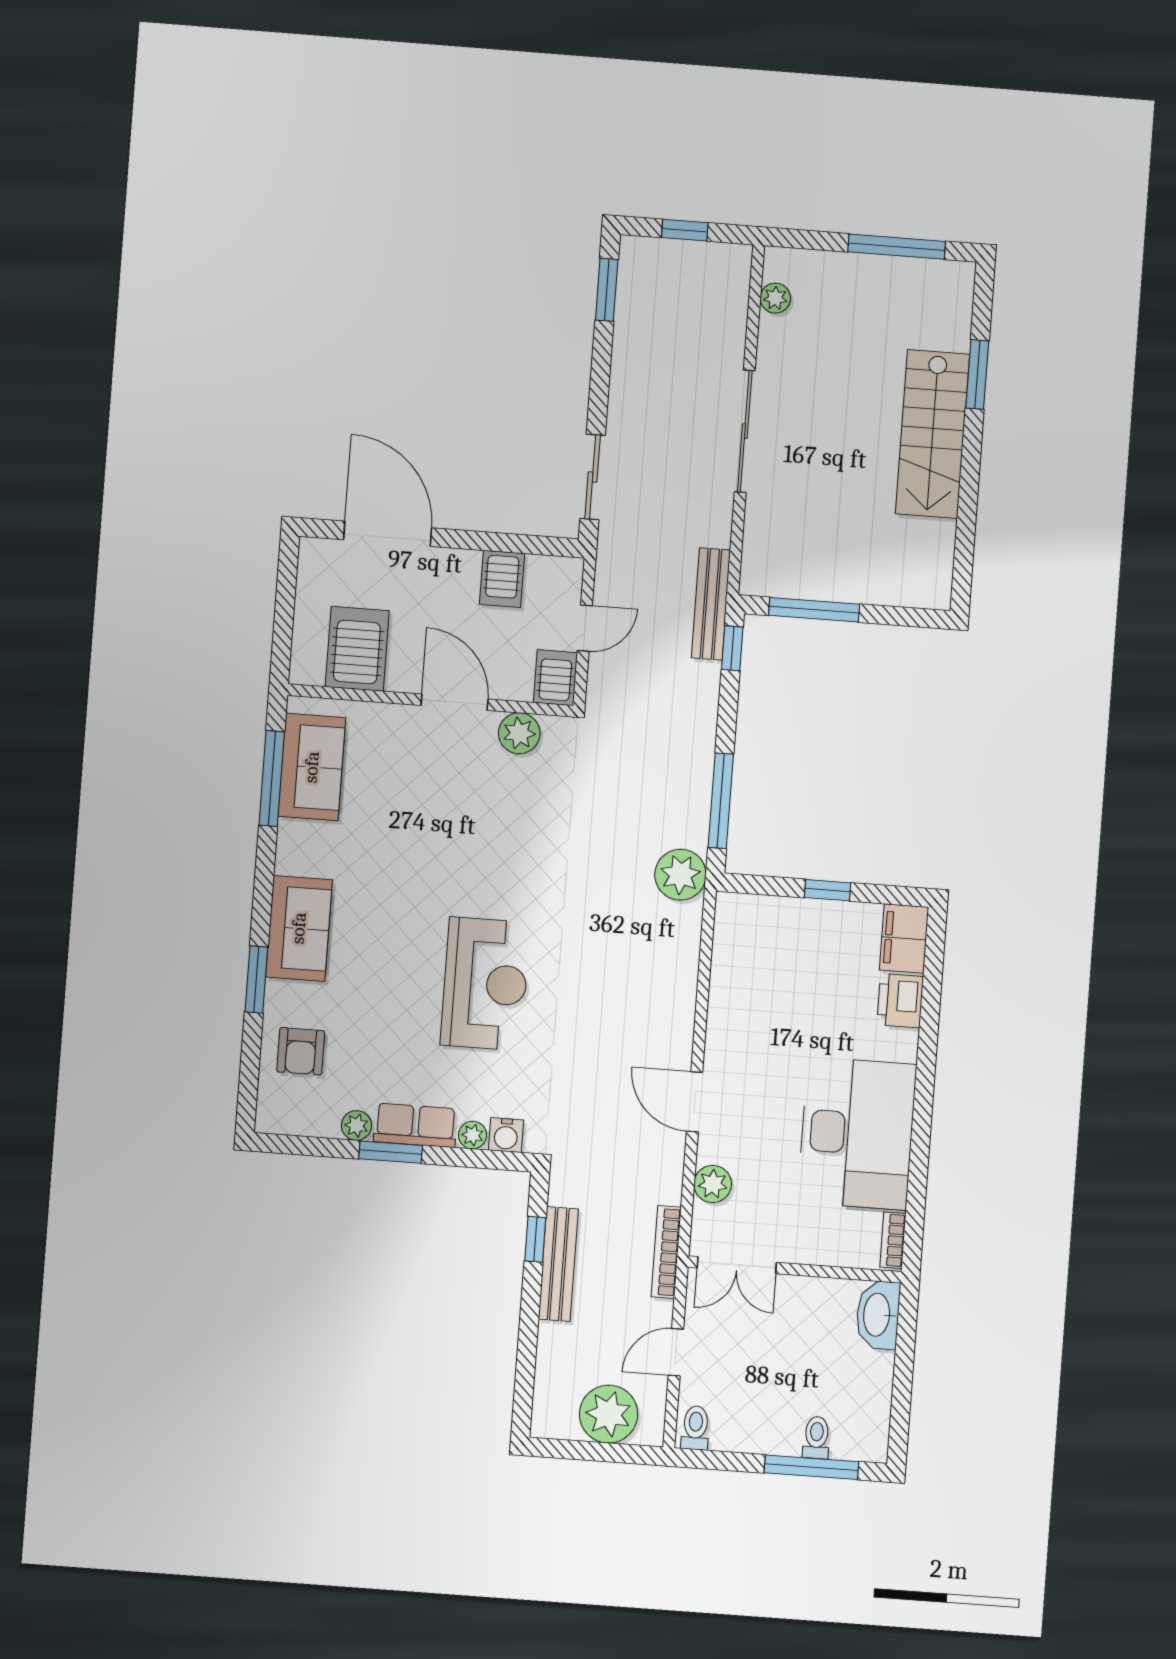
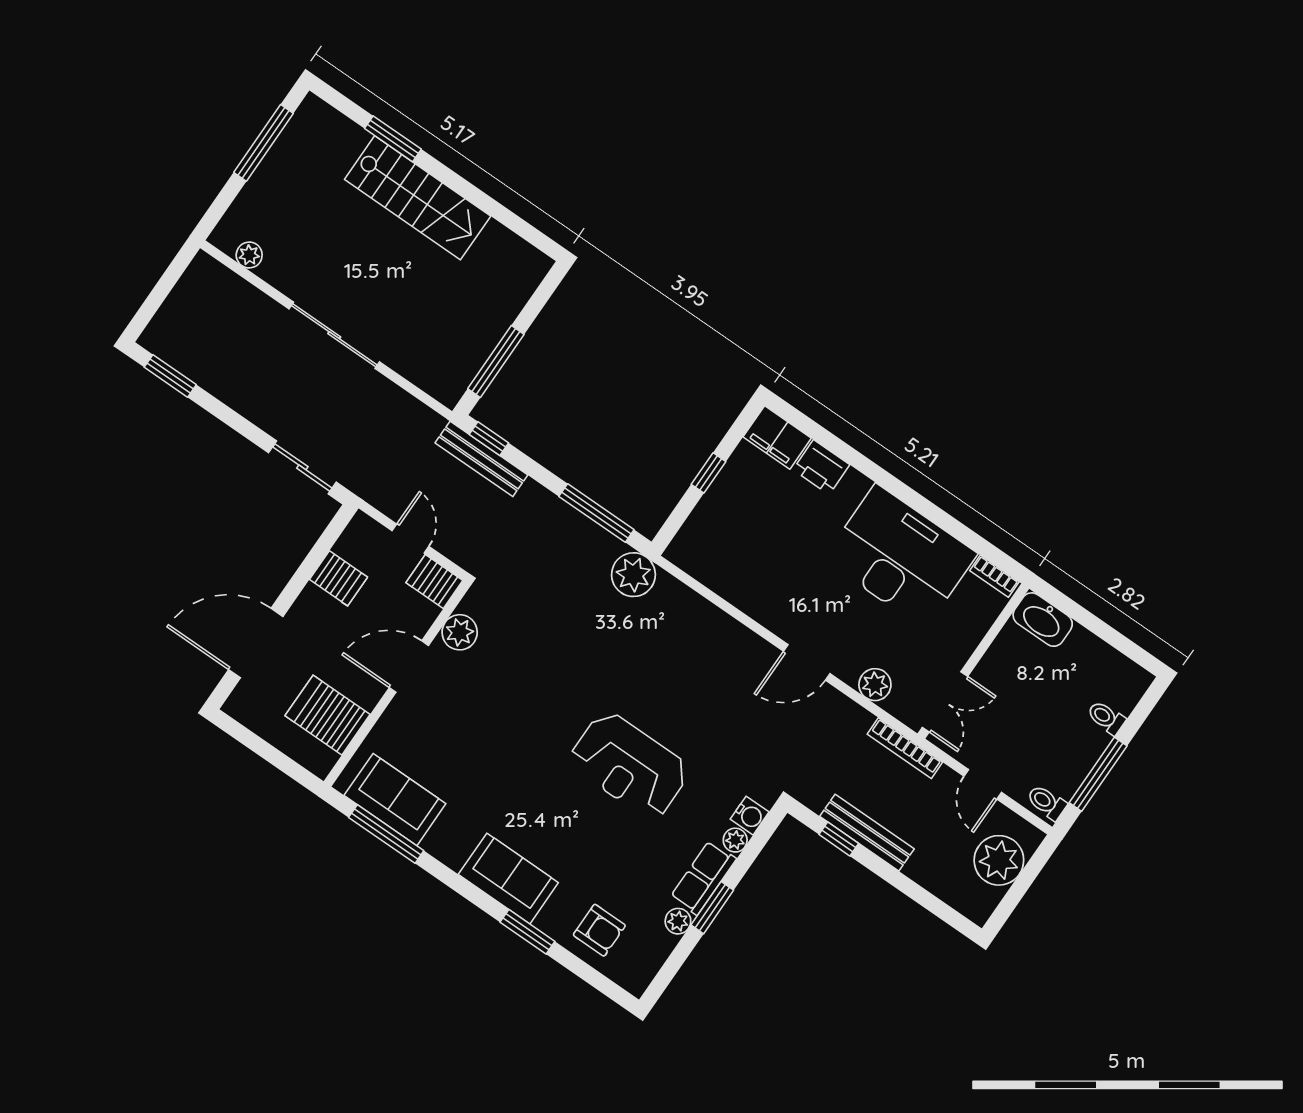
window: (685, 230) -> (160, 293), removed
bench: (711, 604) -> (481, 459), moved
reception desk: (485, 984) -> (629, 765), turned 180
window: (811, 1467) -> (1098, 774), moved

